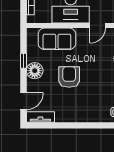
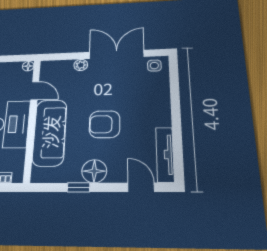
sofa: (57, 39) -> (50, 132), width x1.36
tv unit: (40, 117) -> (165, 155), width x1.41

